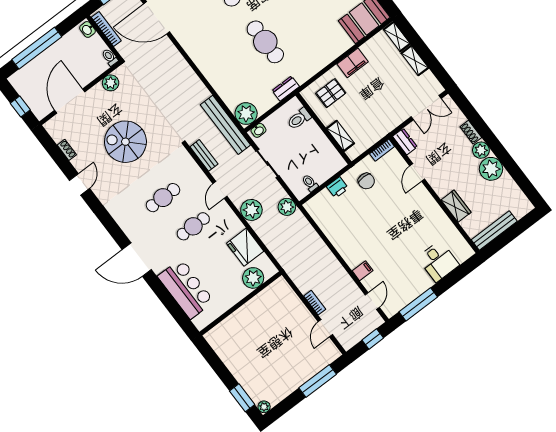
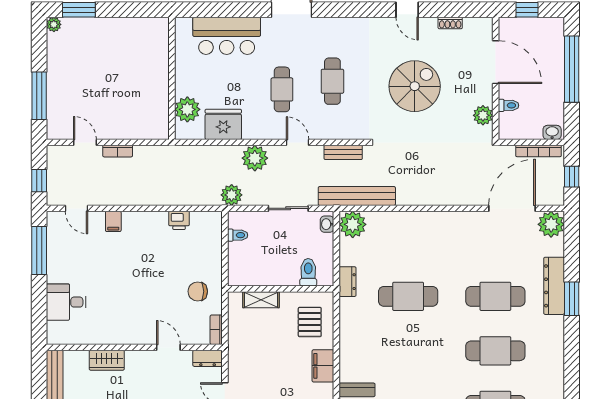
toilet: (110, 57) -> (509, 105), moved
printer: (337, 187) -> (179, 220), moved, turned -90

